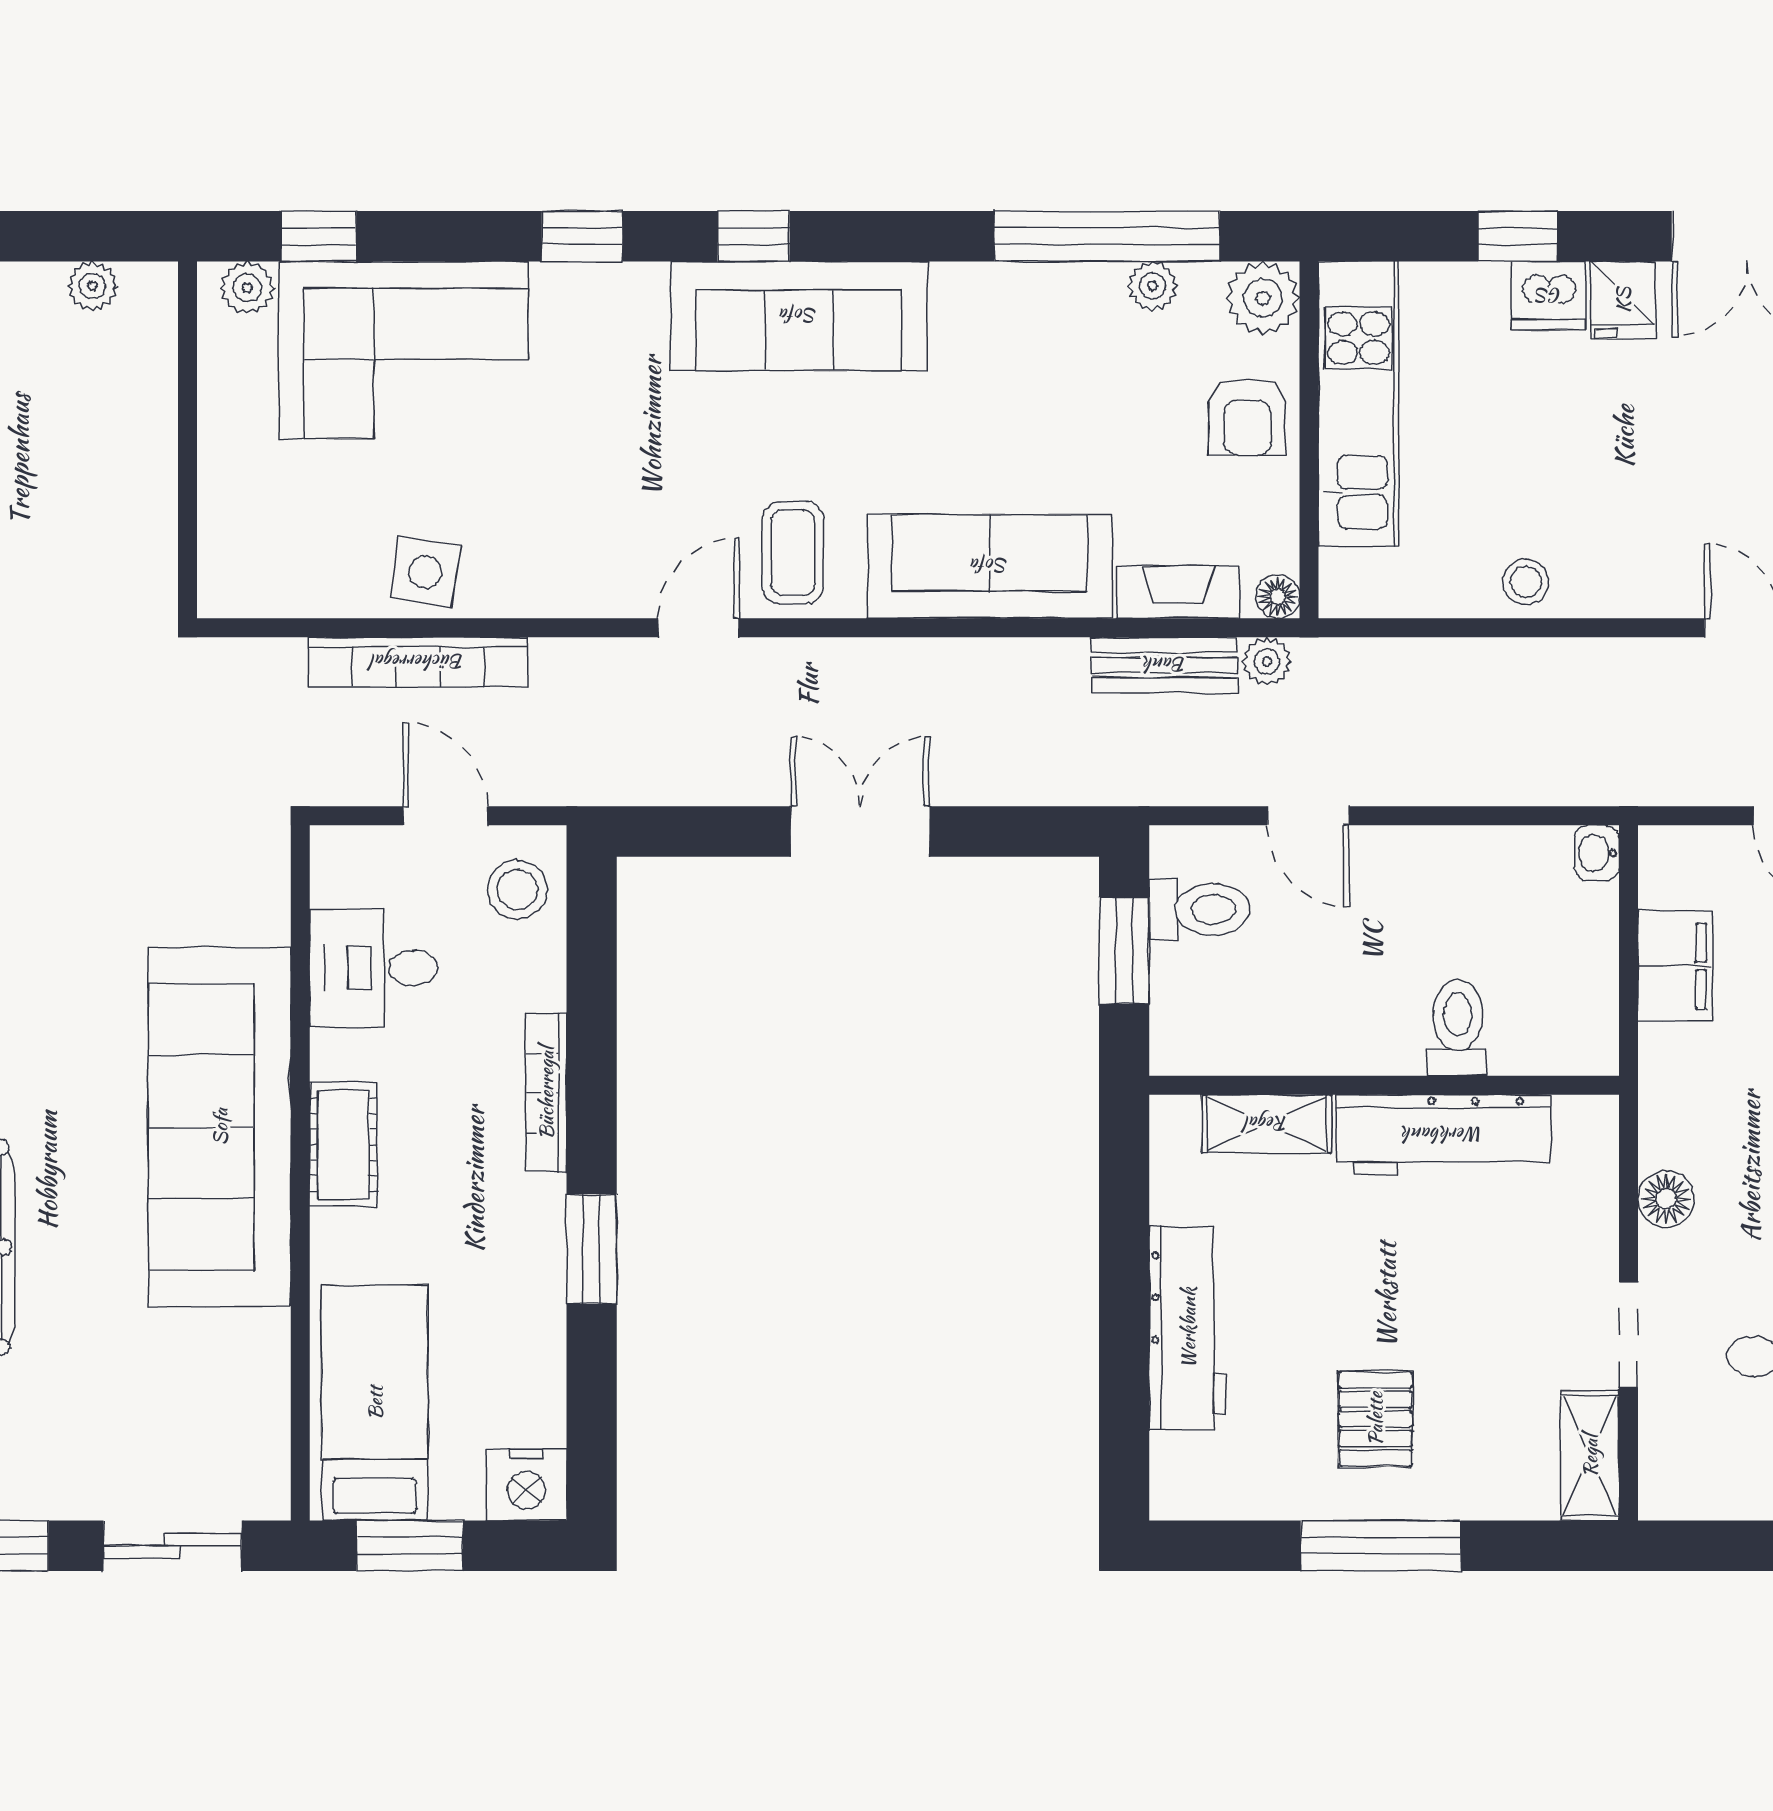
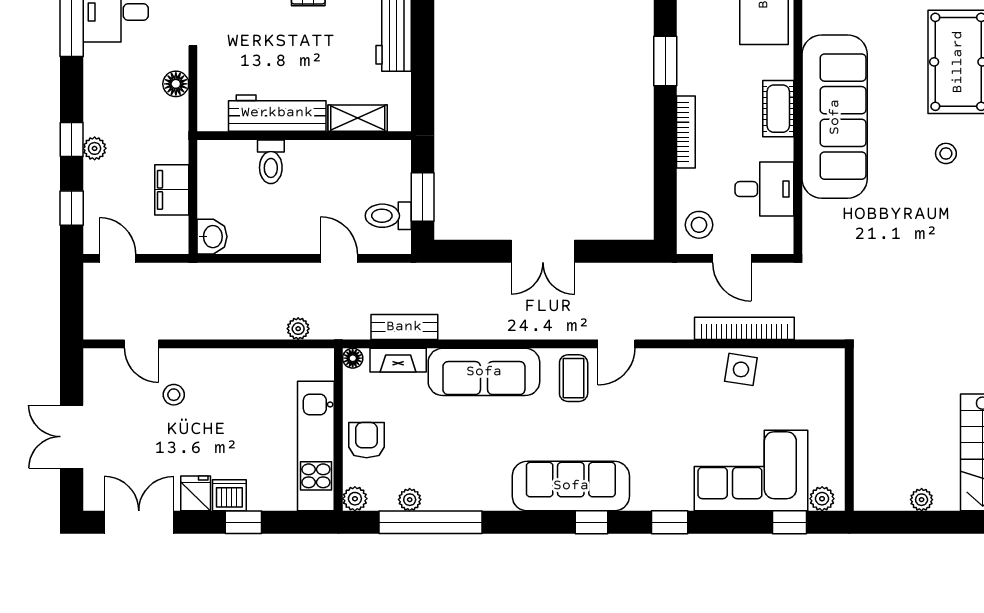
plant: (92, 286) -> (922, 500), moved
plant: (1263, 298) -> (355, 499), width x0.73, depth x0.73
stool: (1526, 582) -> (174, 395), moved
plant: (1267, 661) -> (298, 329), moved
washbasin: (1597, 853) -> (212, 237), width x1.38, depth x1.45

